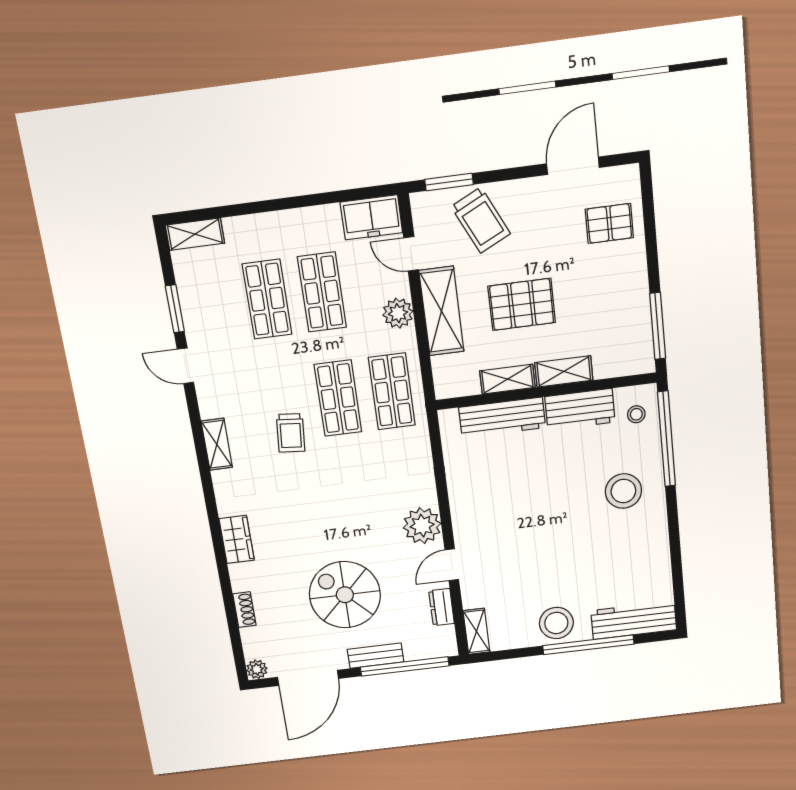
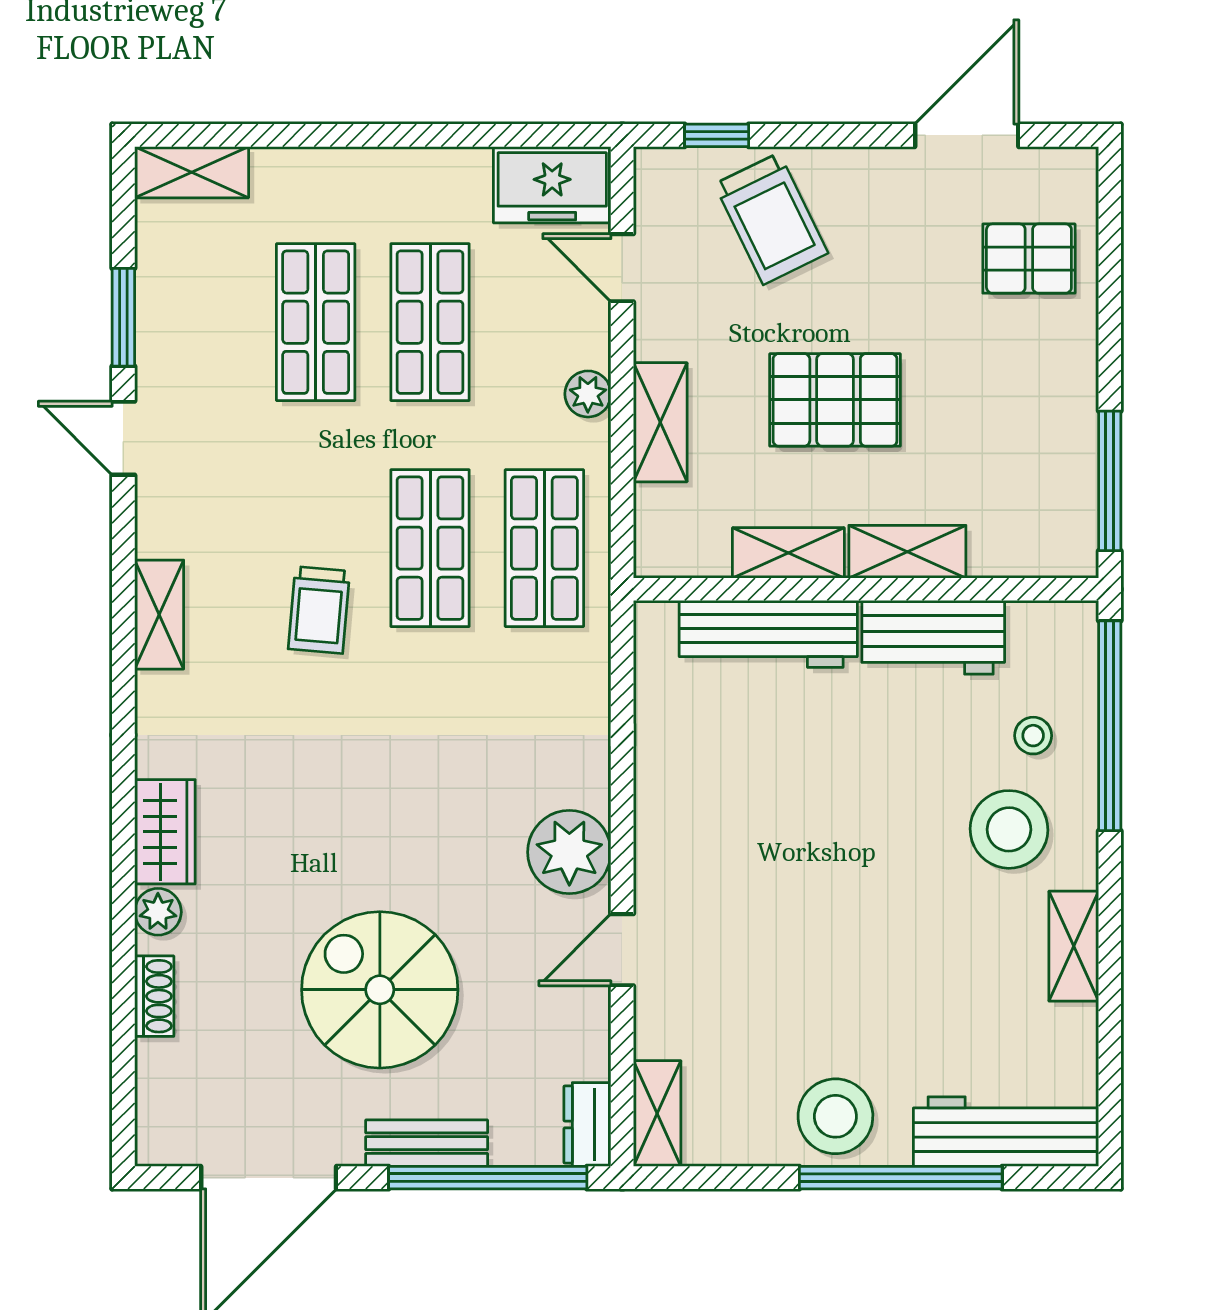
window: (449, 182) -> (717, 135), width x0.67
shelving: (441, 311) -> (660, 422), width x0.67, depth x0.75
plant: (398, 313) -> (588, 394), width x0.73, depth x0.73
stool: (636, 414) -> (1033, 736), moved
shelving: (658, 538) -> (1074, 946), added
dresser: (441, 607) -> (587, 1124), moved
plant: (257, 669) -> (158, 912), moved

